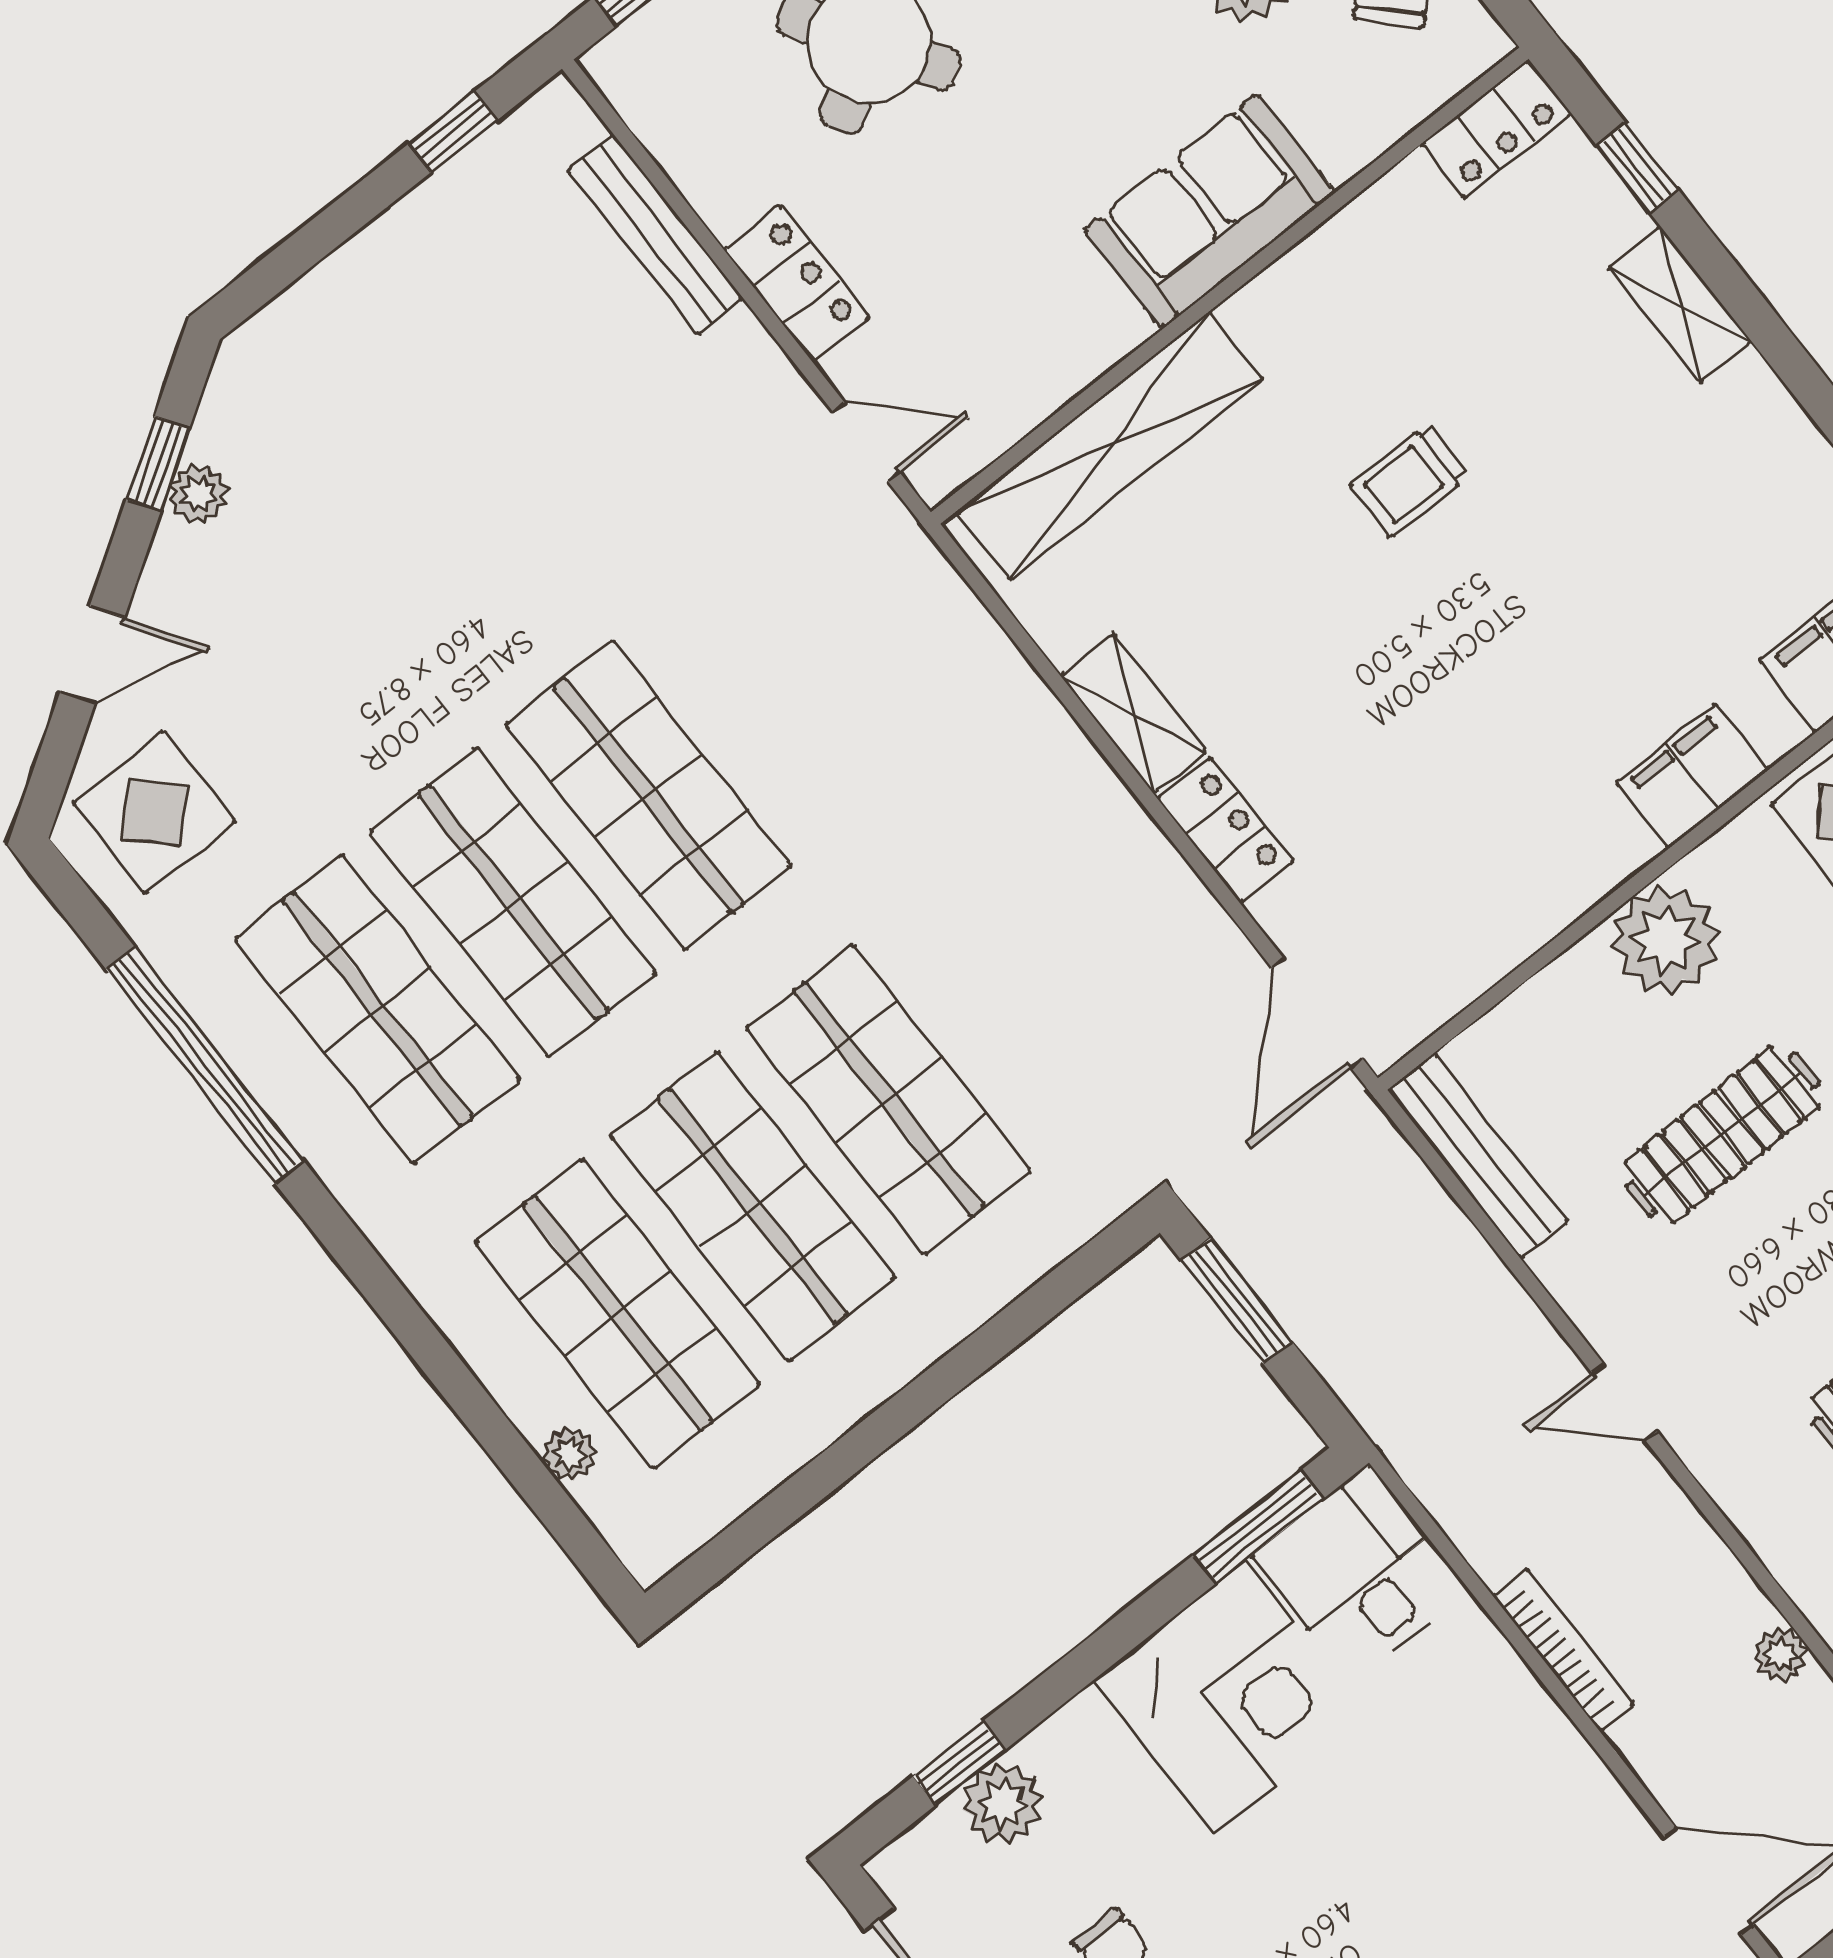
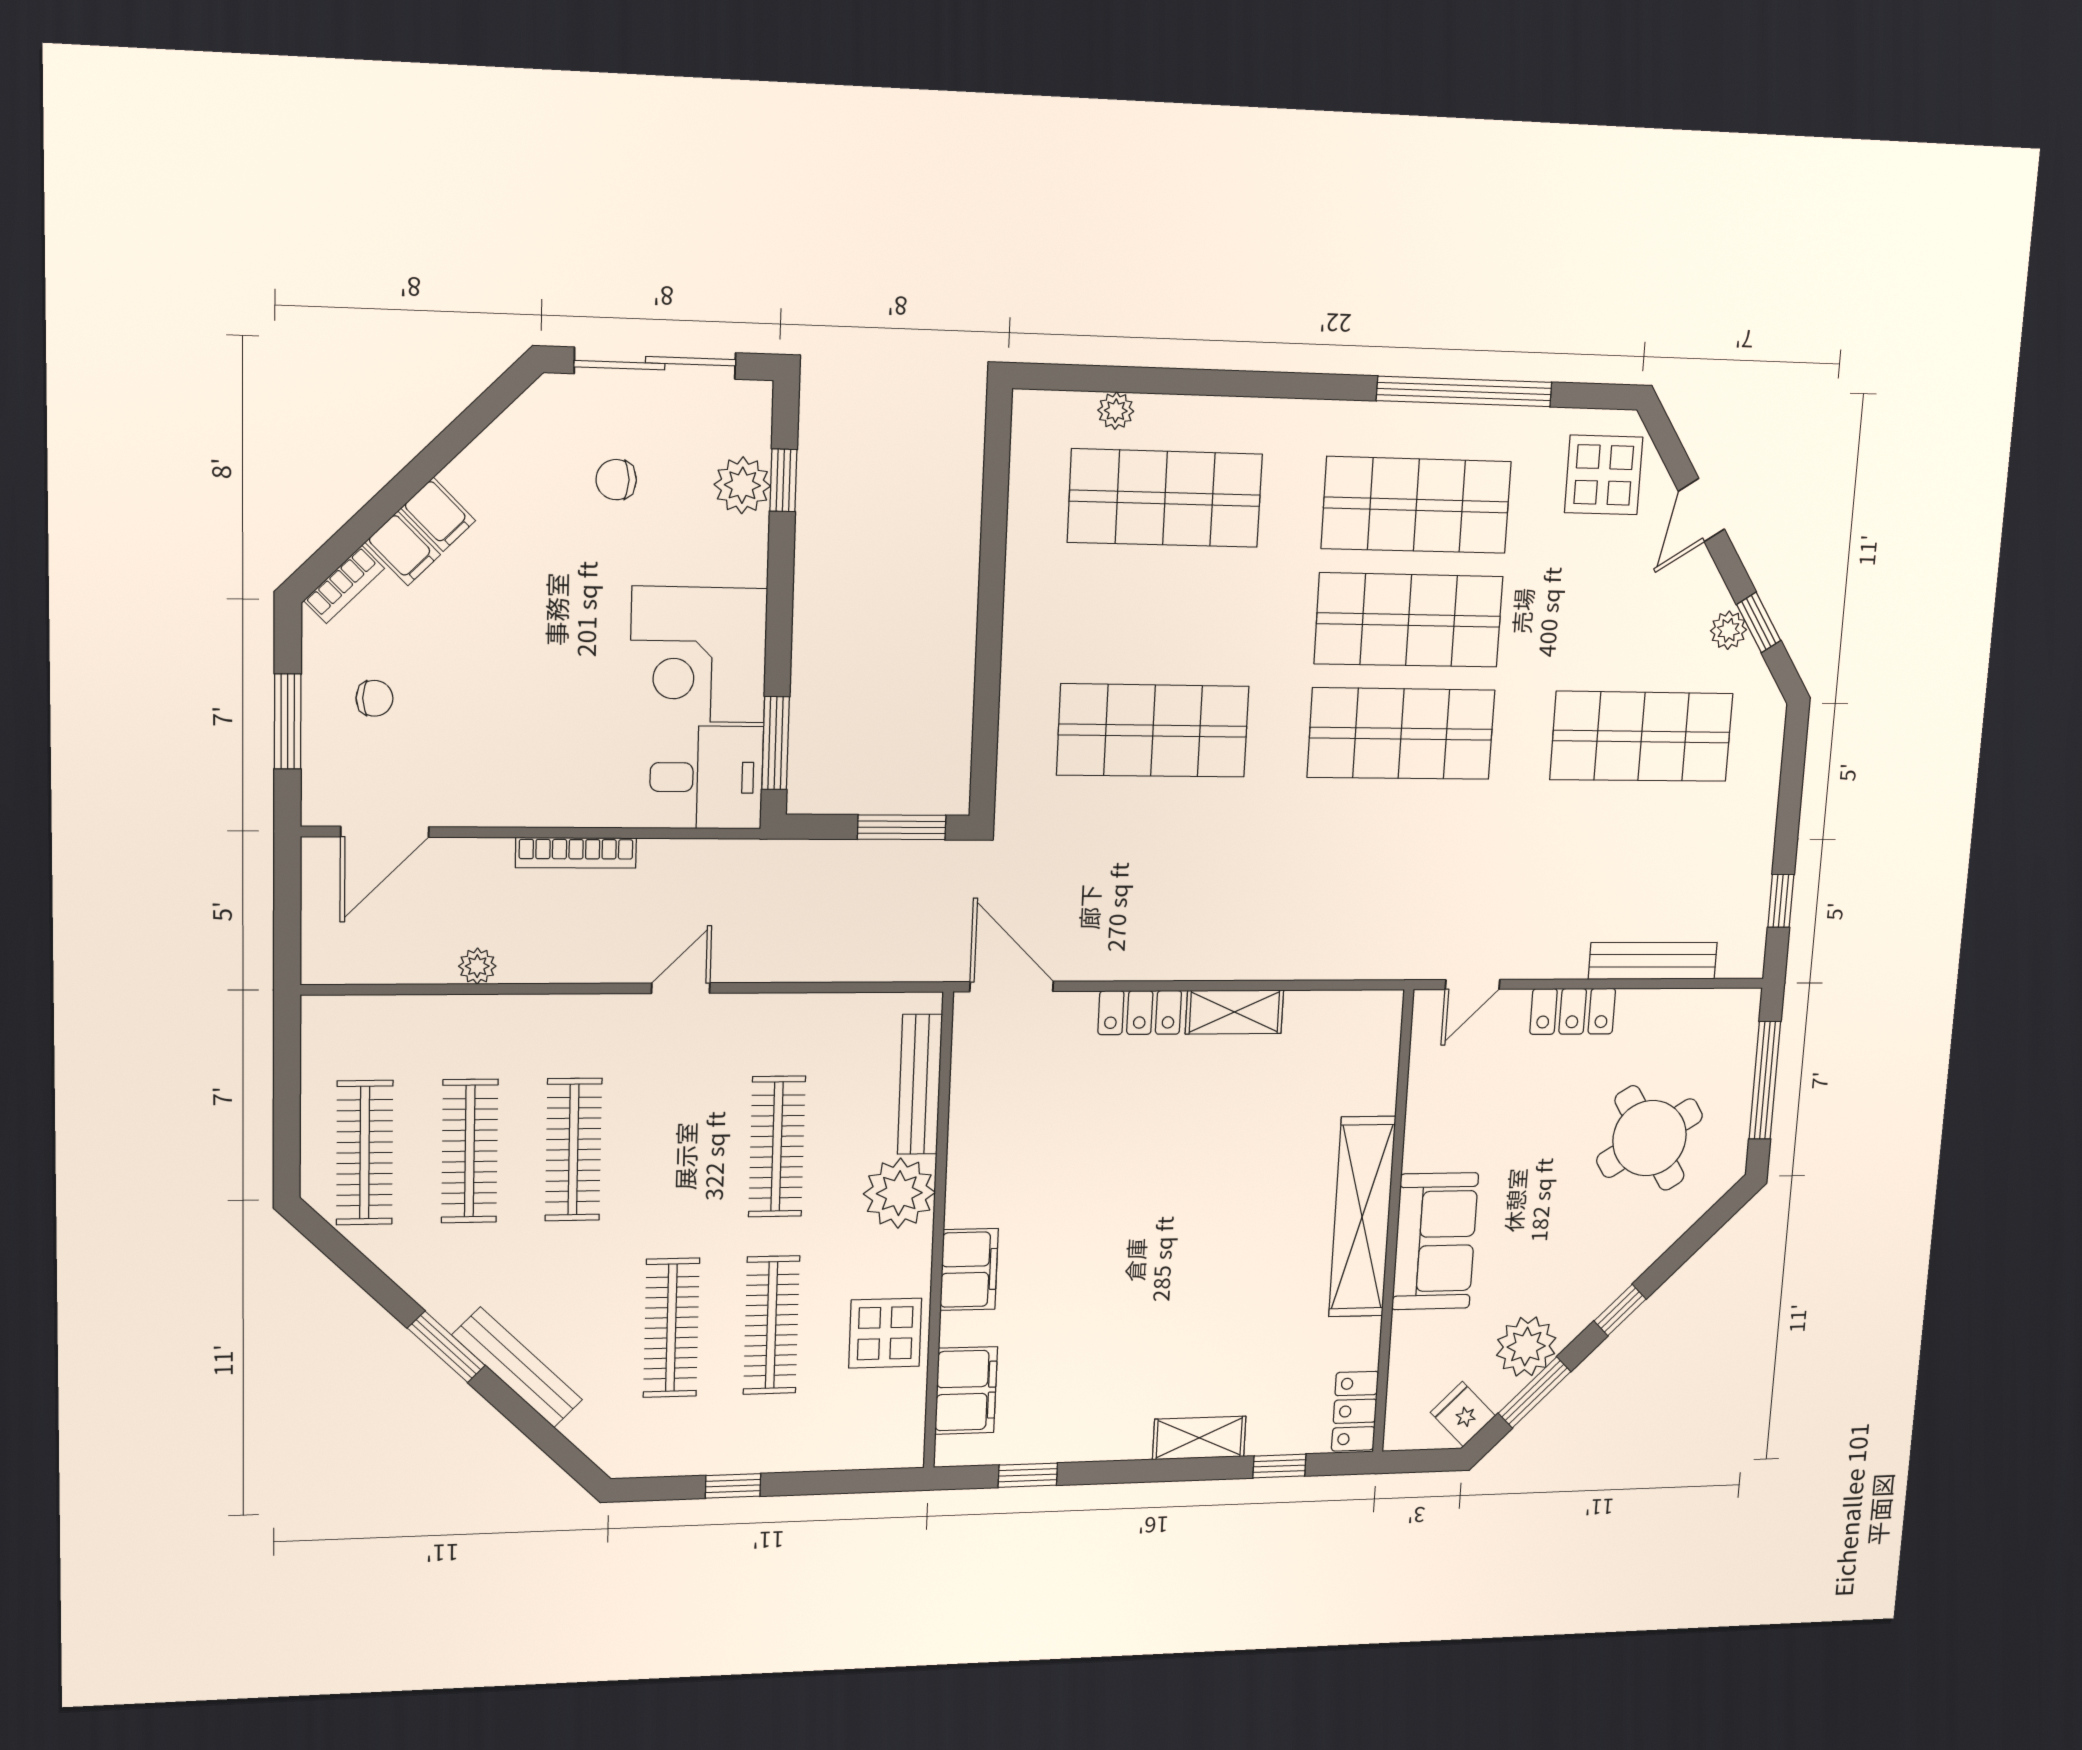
shelving: (1110, 446) -> (1362, 1217), moved
trolley: (1409, 480) -> (1229, 1240), removed
bench: (1478, 1156) -> (920, 1084), moved, turned 90
shop shelf: (753, 1206) -> (1641, 736), moved

